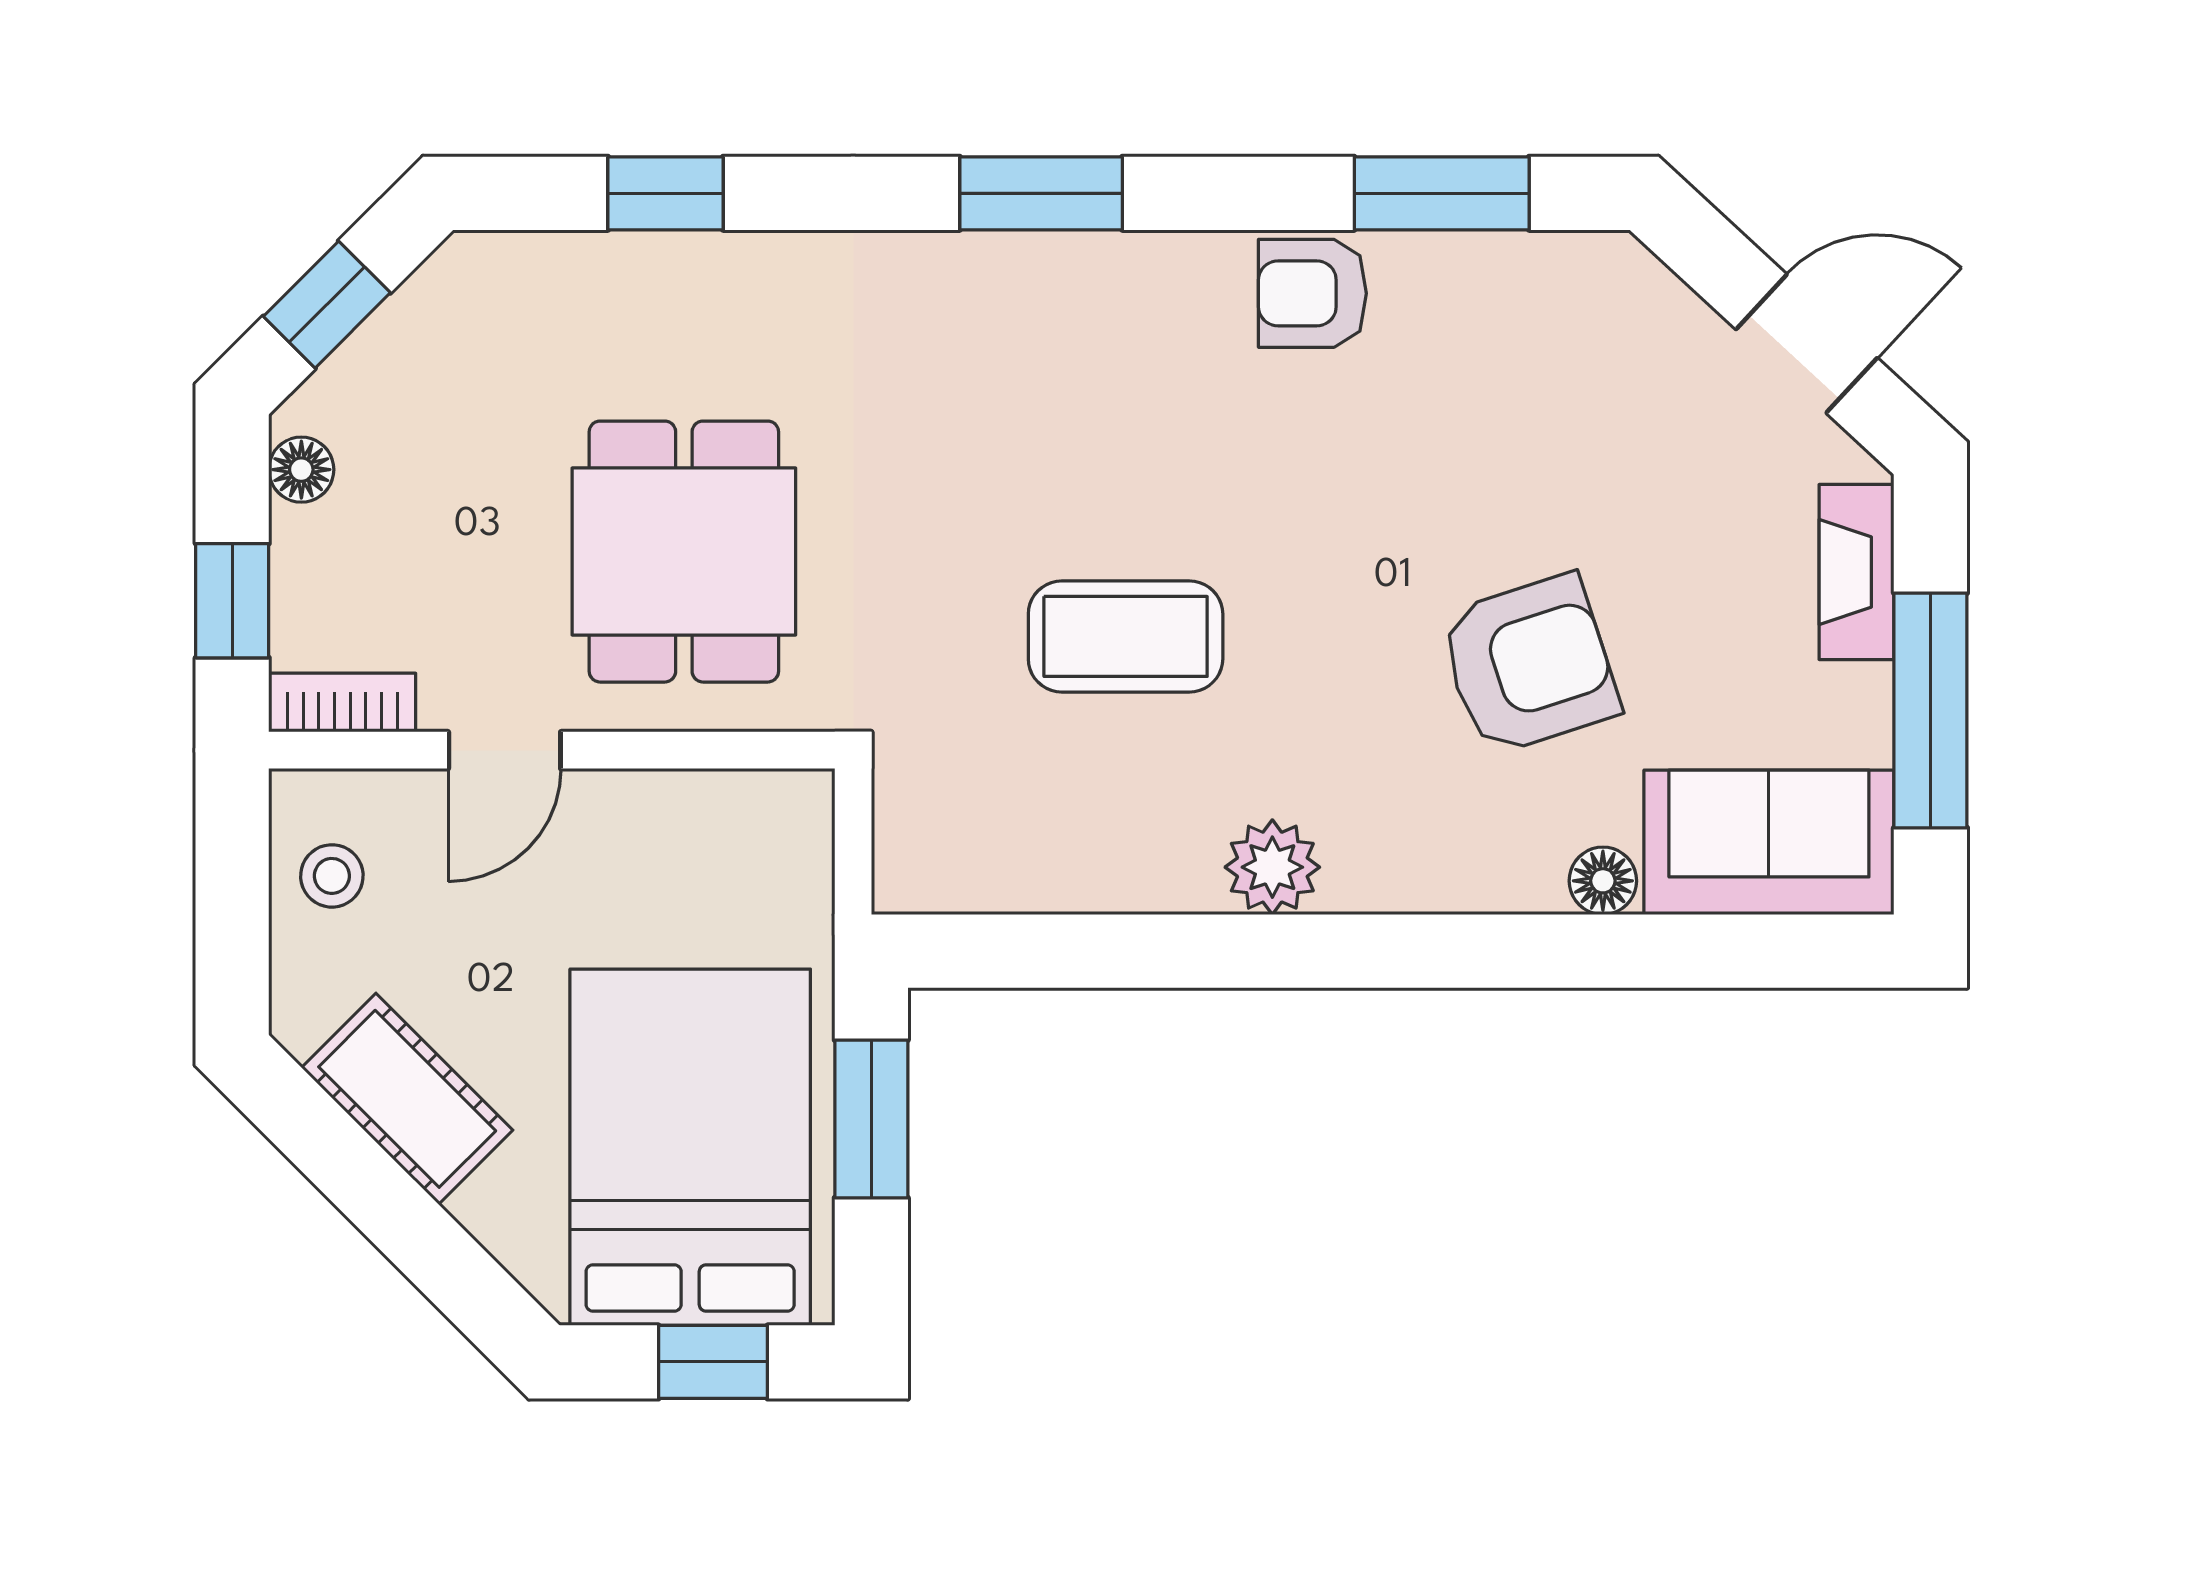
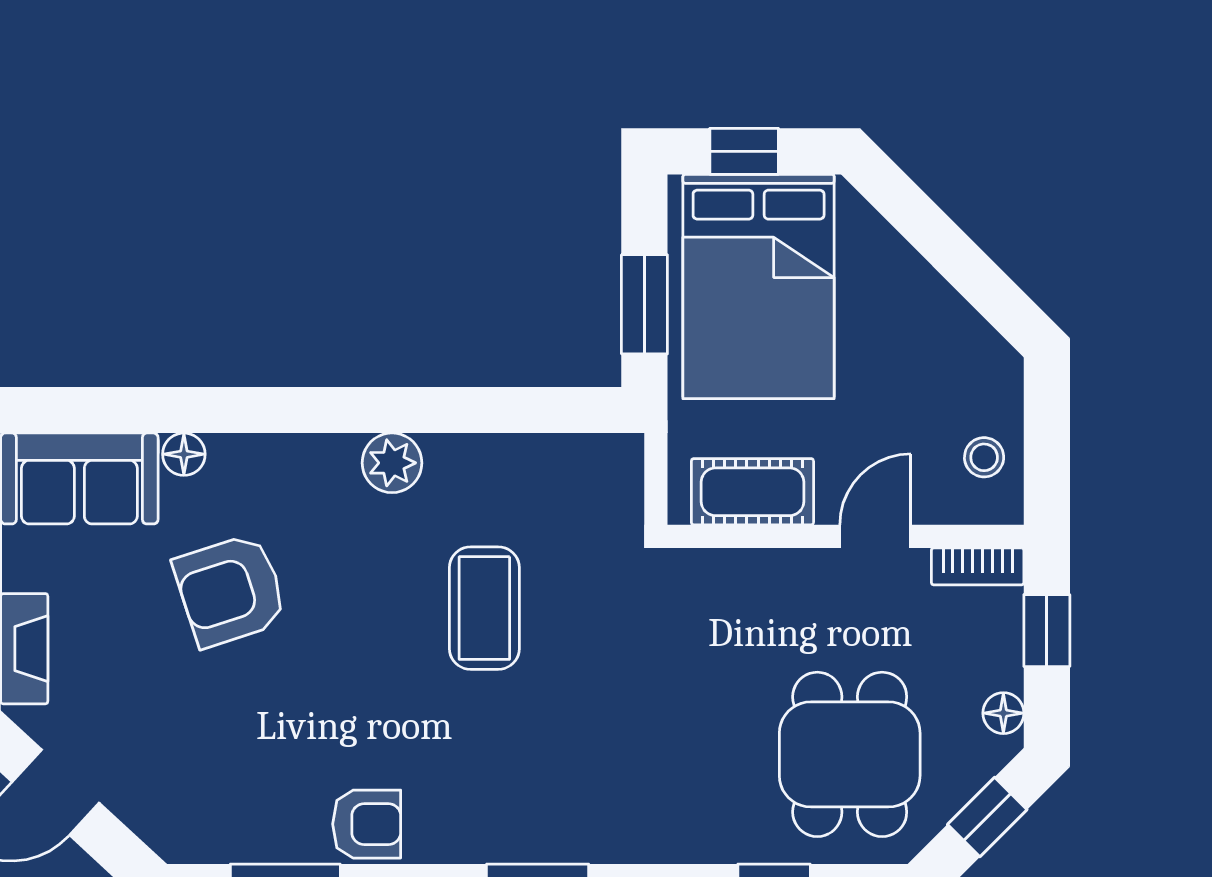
dining table: (684, 552) -> (850, 754), moved
coffee table: (1126, 636) -> (484, 608), turned 90
cot: (407, 1099) -> (752, 492), moved, turned -45

